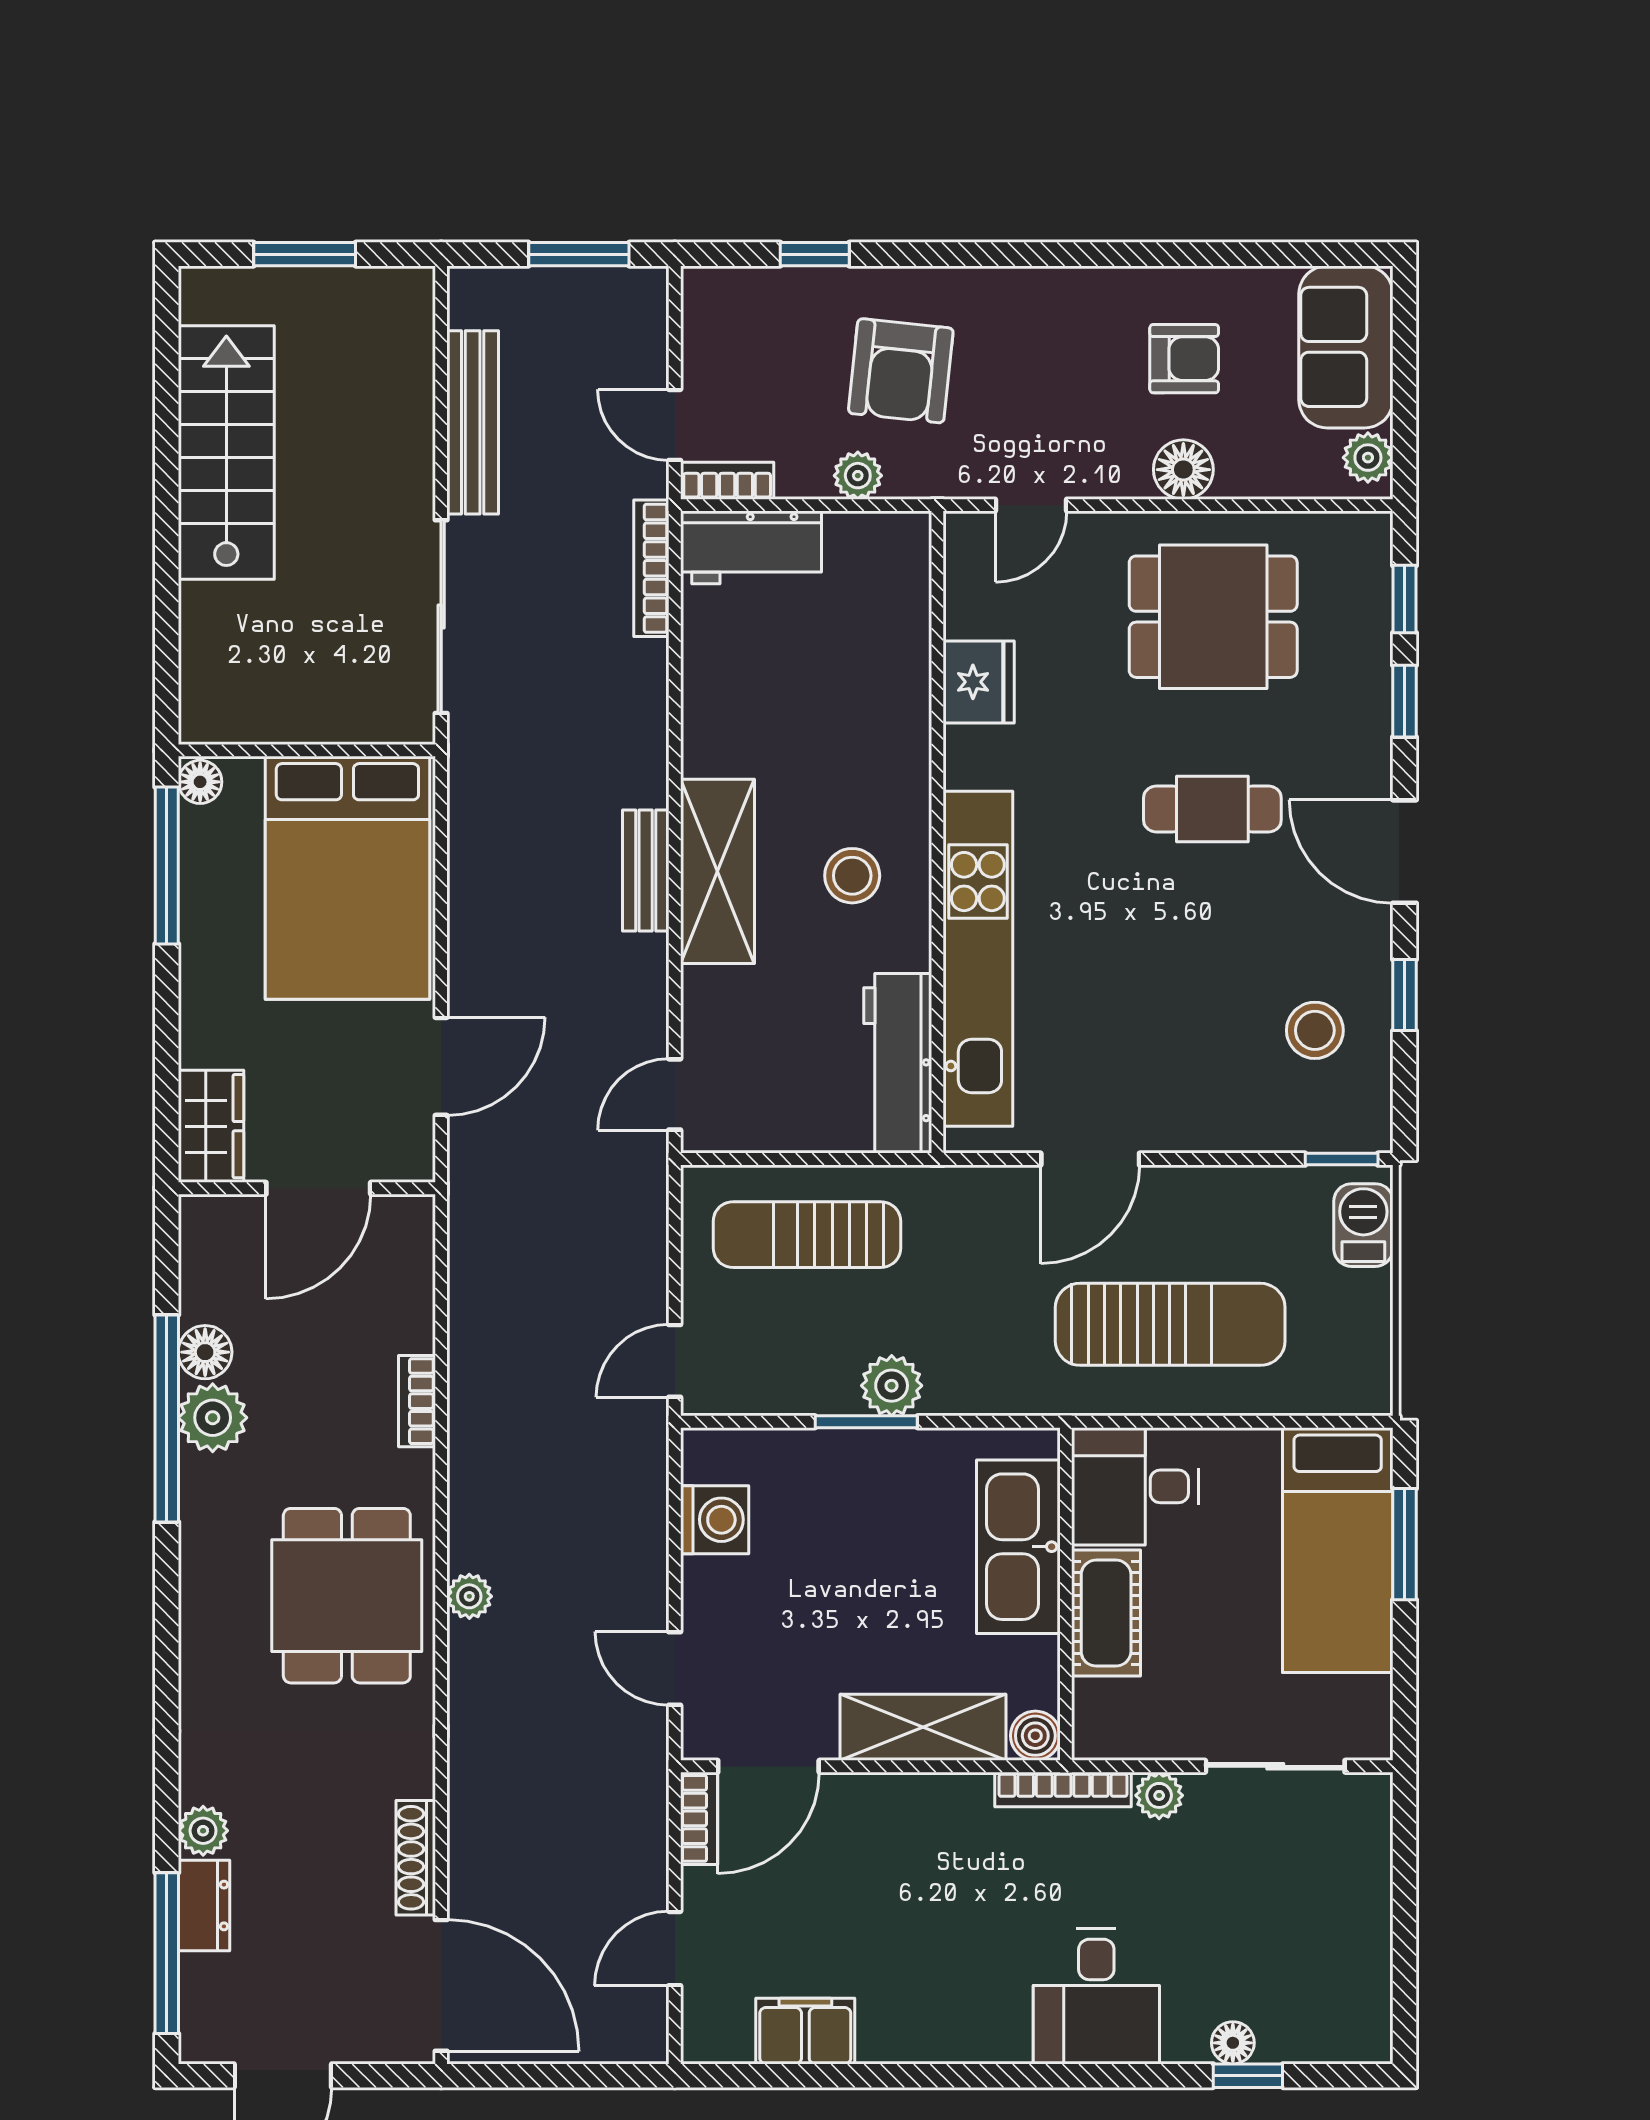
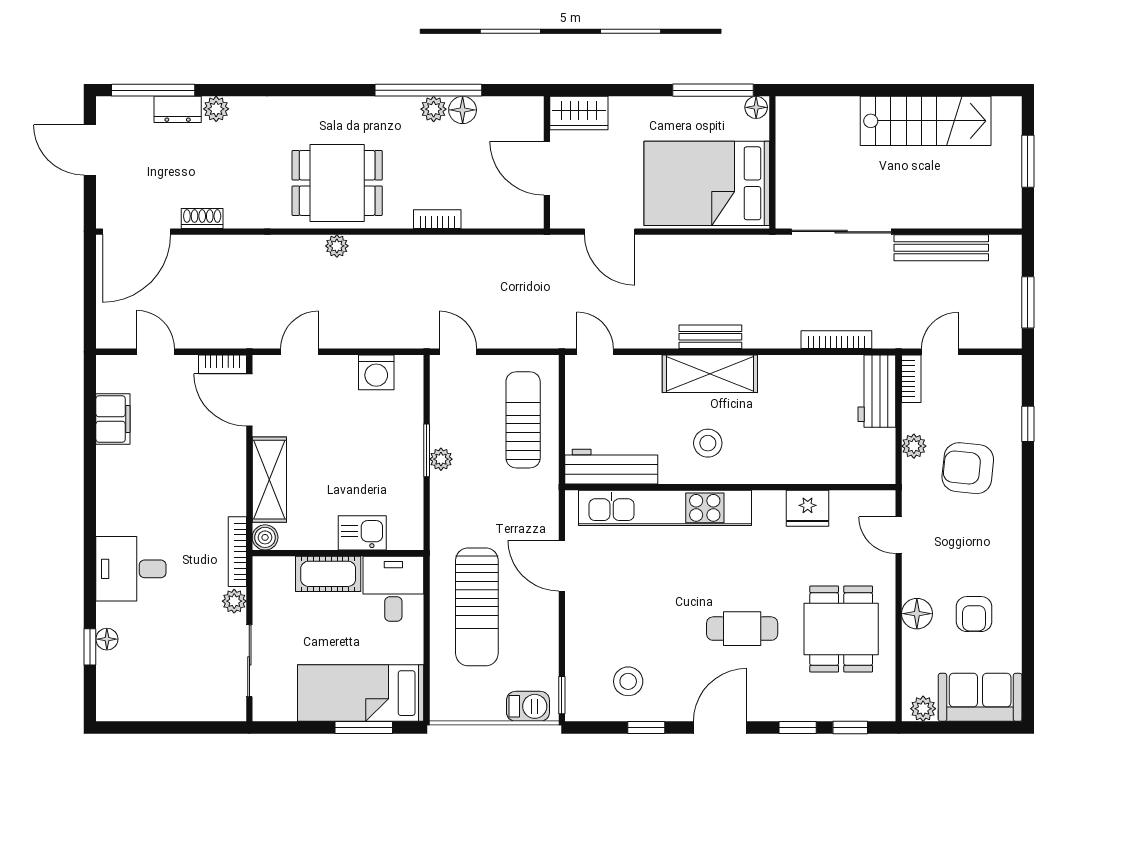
bookcase: (651, 568) -> (836, 340), moved
cafe table: (1212, 809) -> (742, 629), turned 90
plant: (892, 1386) -> (441, 459), width x0.73, depth x0.73
plant: (213, 1418) -> (434, 109), width x0.73, depth x0.73
kitchen sink: (1018, 1547) -> (362, 533), width x0.53, depth x0.81
shoe rack: (416, 1858) -> (202, 218), width x0.70

